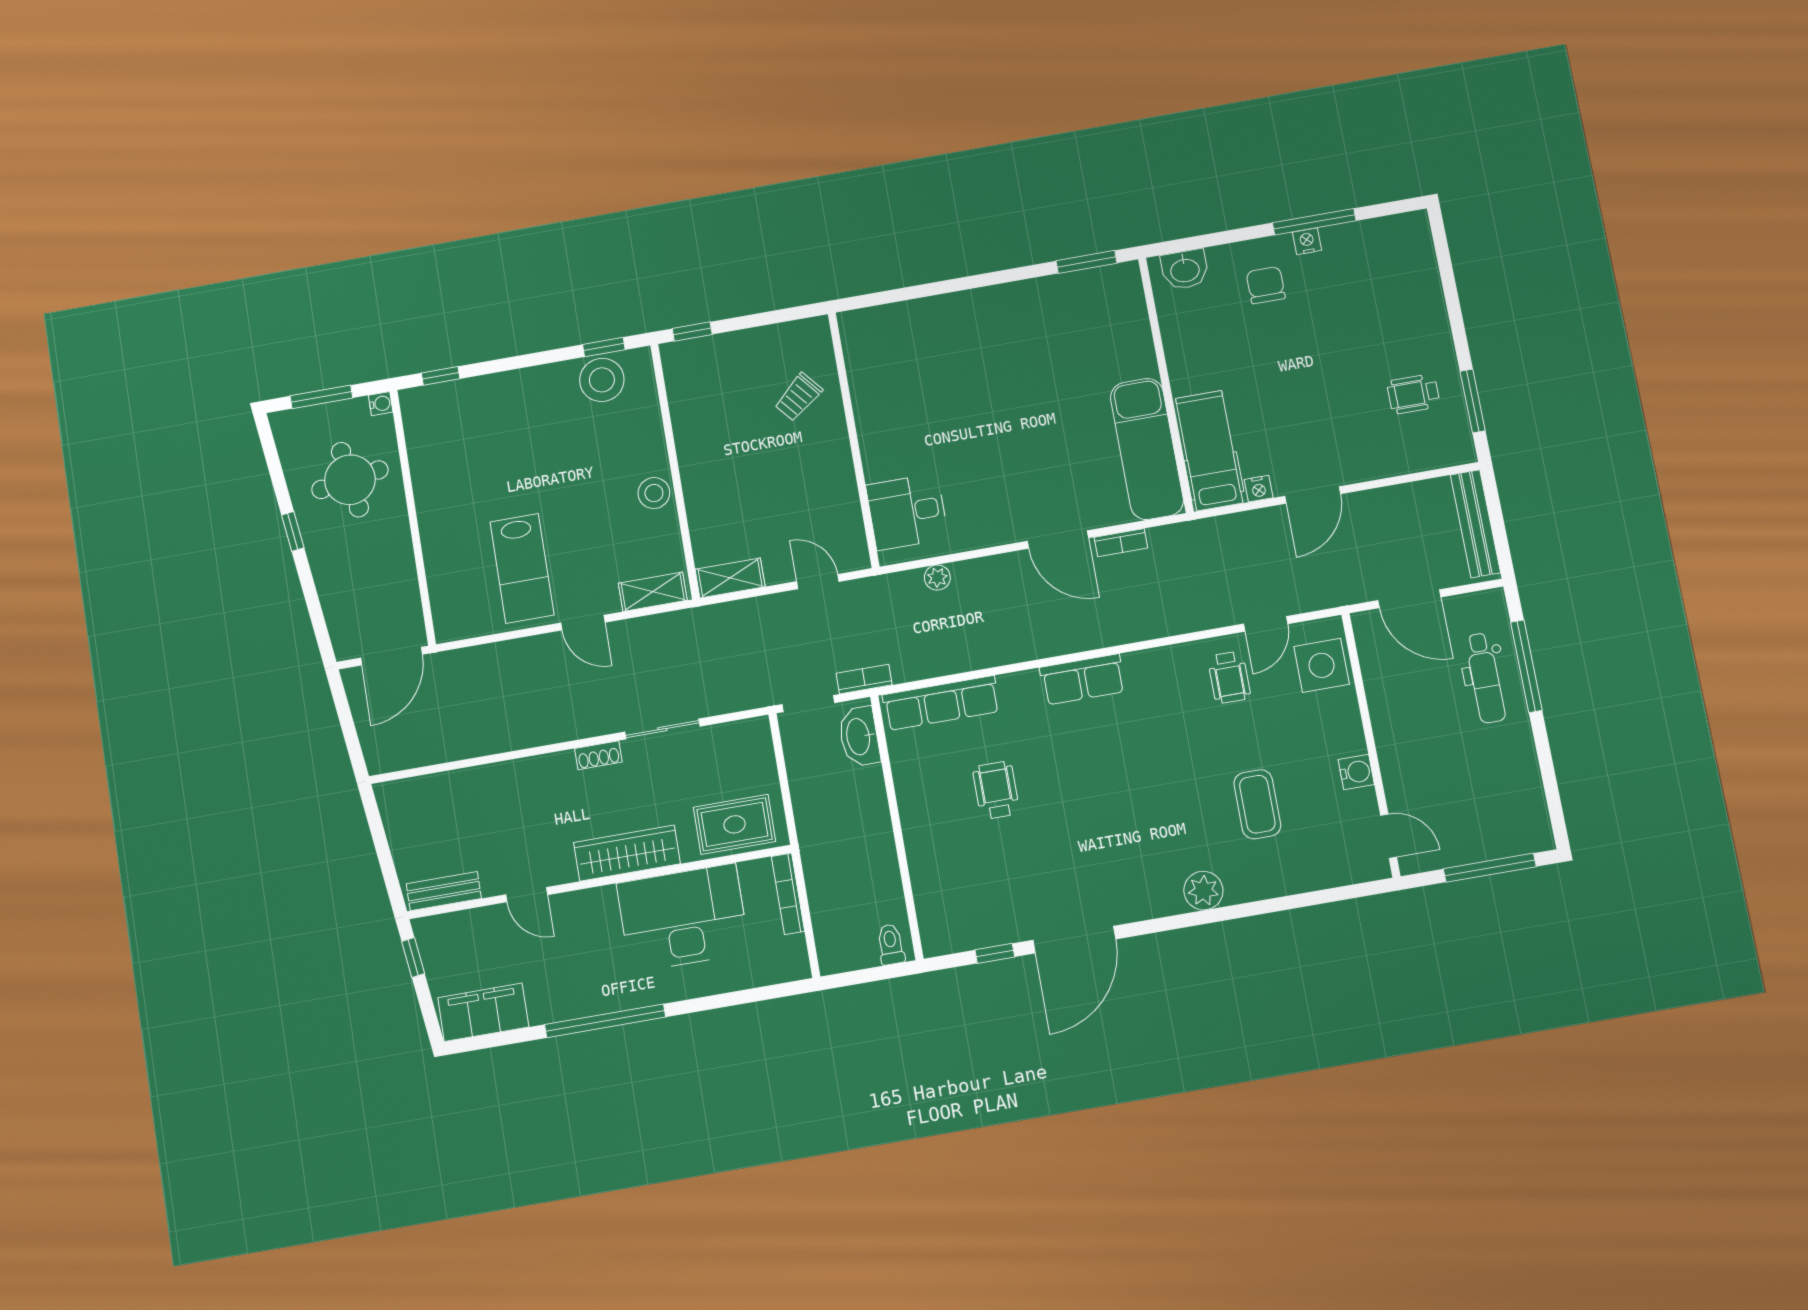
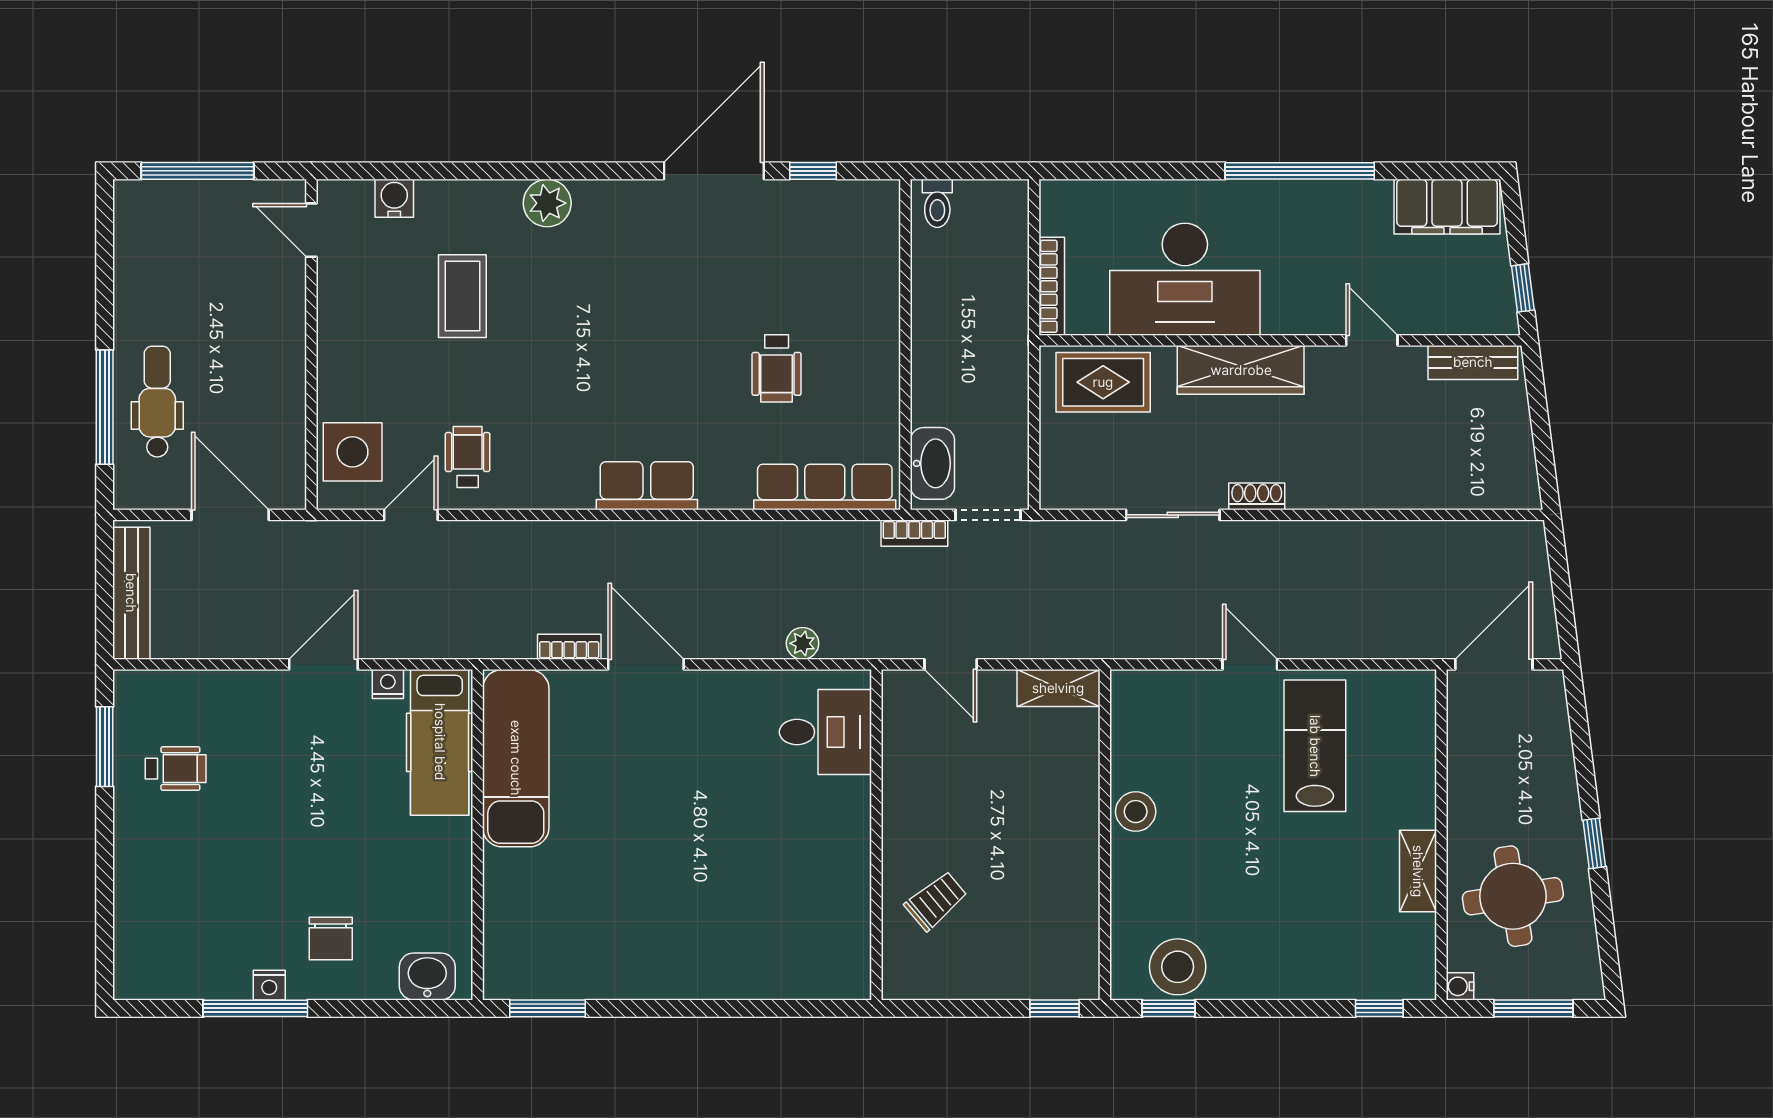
shelving: (653, 592) -> (1418, 871), moved, turned 90
water cooler: (1356, 772) -> (394, 198), moved, turned 90

